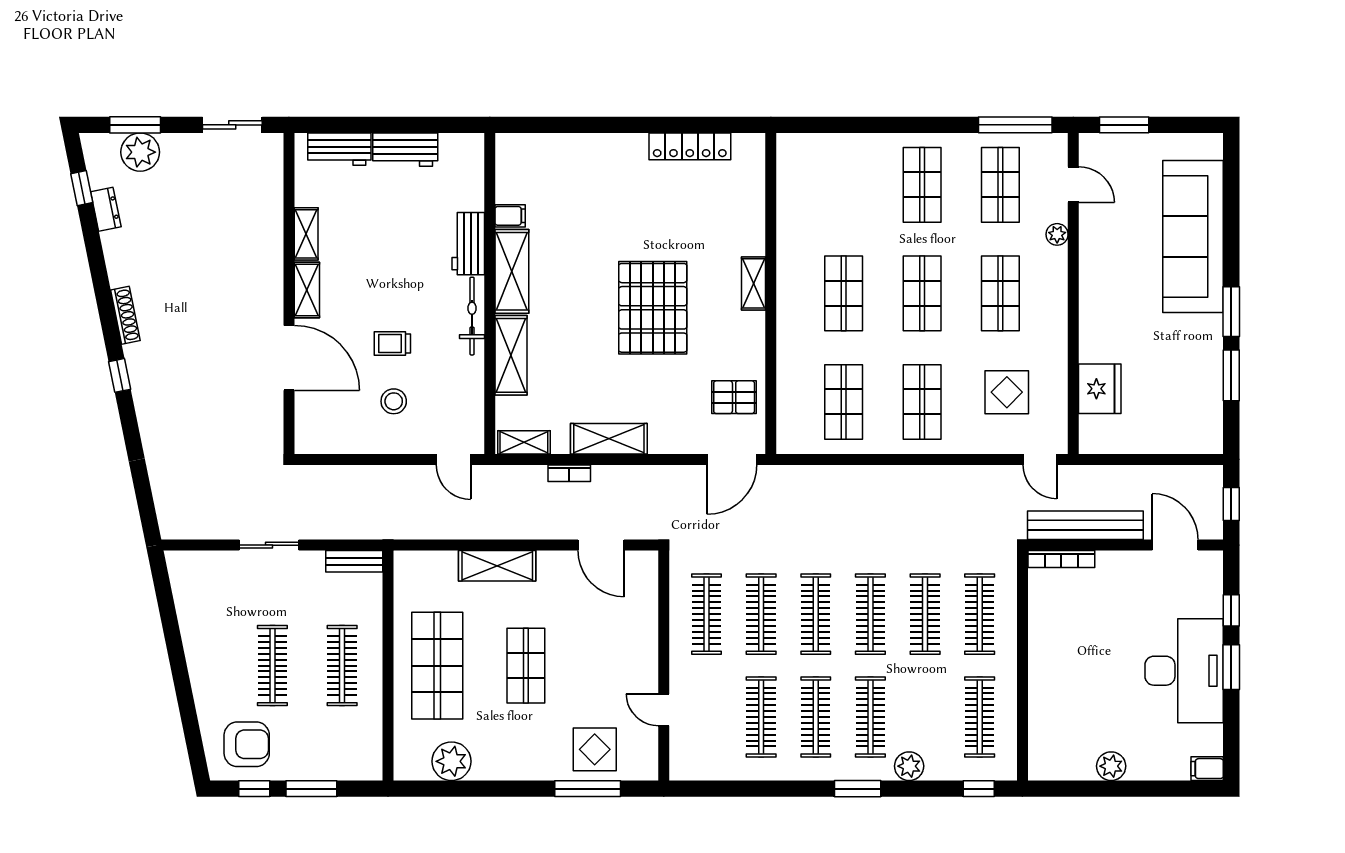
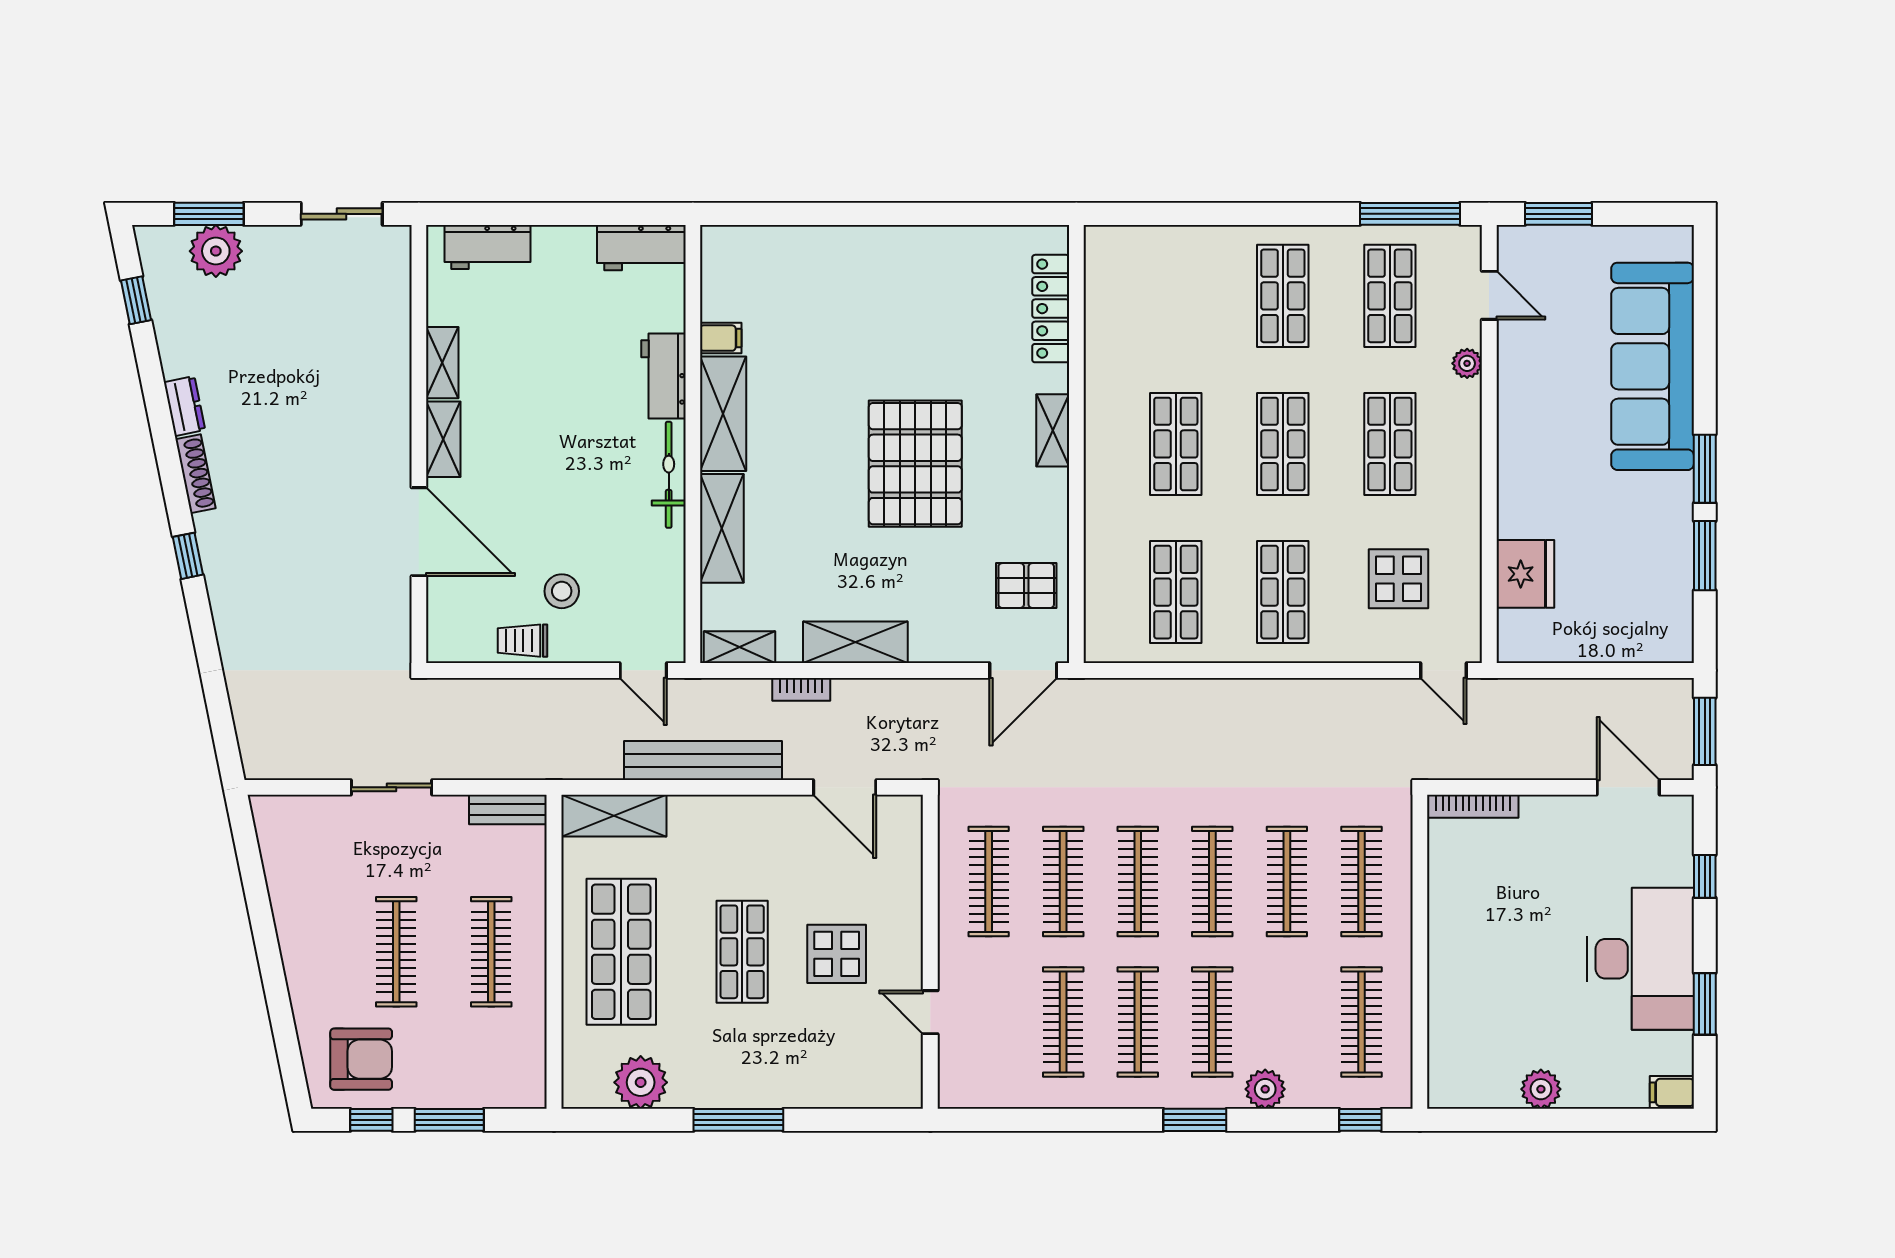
locker: (690, 146) -> (1051, 309), moved, turned 90
workbench: (405, 150) -> (641, 248), moved
dresser: (106, 209) -> (185, 406), moved
trolley: (392, 344) -> (523, 641), moved
window: (1231, 504) -> (1705, 731), width x1.50
bench: (1085, 525) -> (703, 760), moved
shelving: (497, 566) -> (614, 816), moved
window: (1231, 667) -> (1705, 1004), moved
display table: (595, 749) -> (837, 954), moved
window: (588, 789) -> (738, 1120), moved

